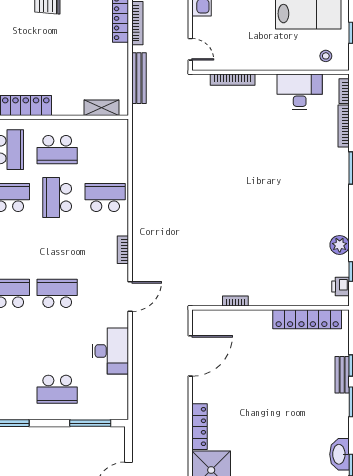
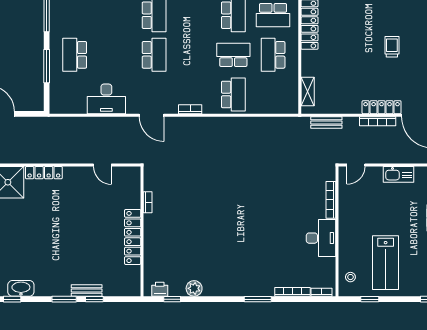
bench: (139, 78) -> (326, 122), width x0.73
desk: (300, 92) -> (321, 238), moved
locker: (307, 319) -> (133, 237), moved
door: (190, 356) -> (102, 165), width x0.53
window: (90, 423) -> (47, 66), moved

